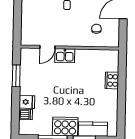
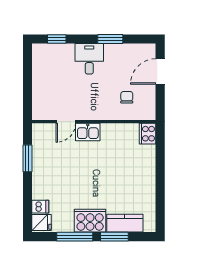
cooker: (112, 80) -> (148, 134), moved
fridge: (27, 102) -> (41, 222), moved

